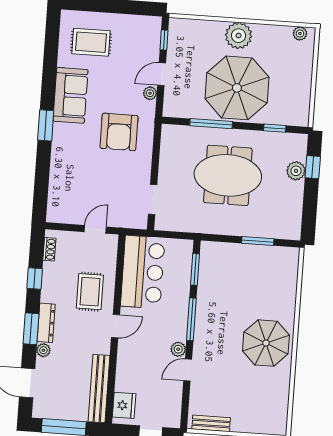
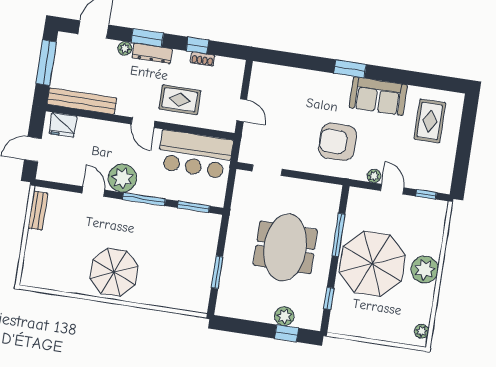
shoe rack: (49, 249) -> (202, 59), moved
plant: (178, 349) -> (122, 178), width x1.88, depth x1.88

